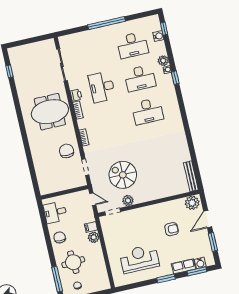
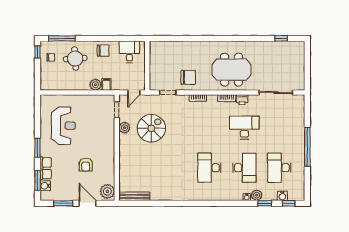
desk: (140, 78) -> (244, 168), turned 180
window: (175, 78) -> (265, 203), moved
meeting table: (50, 112) -> (231, 70), turned 90

